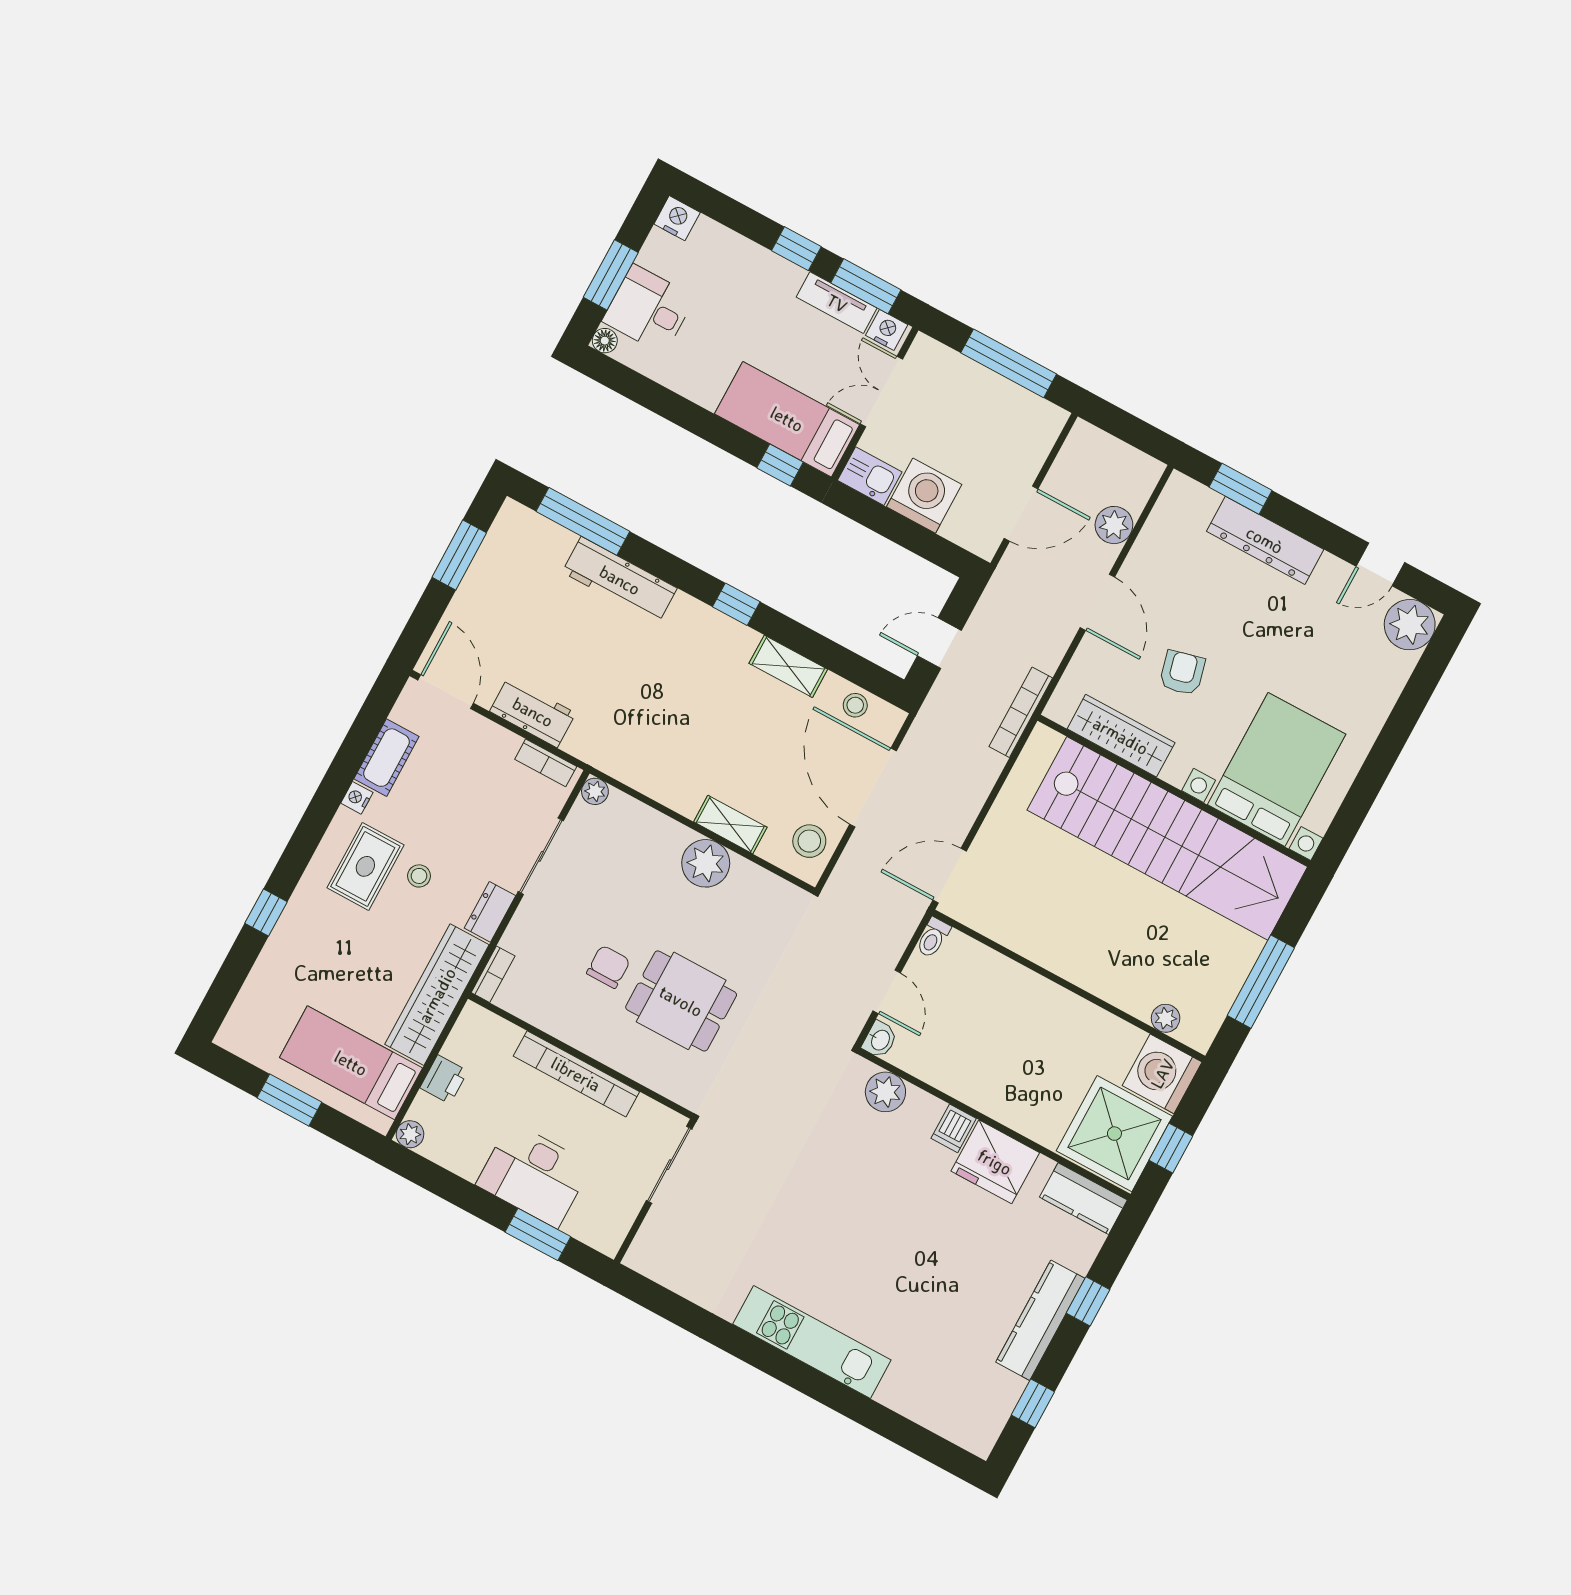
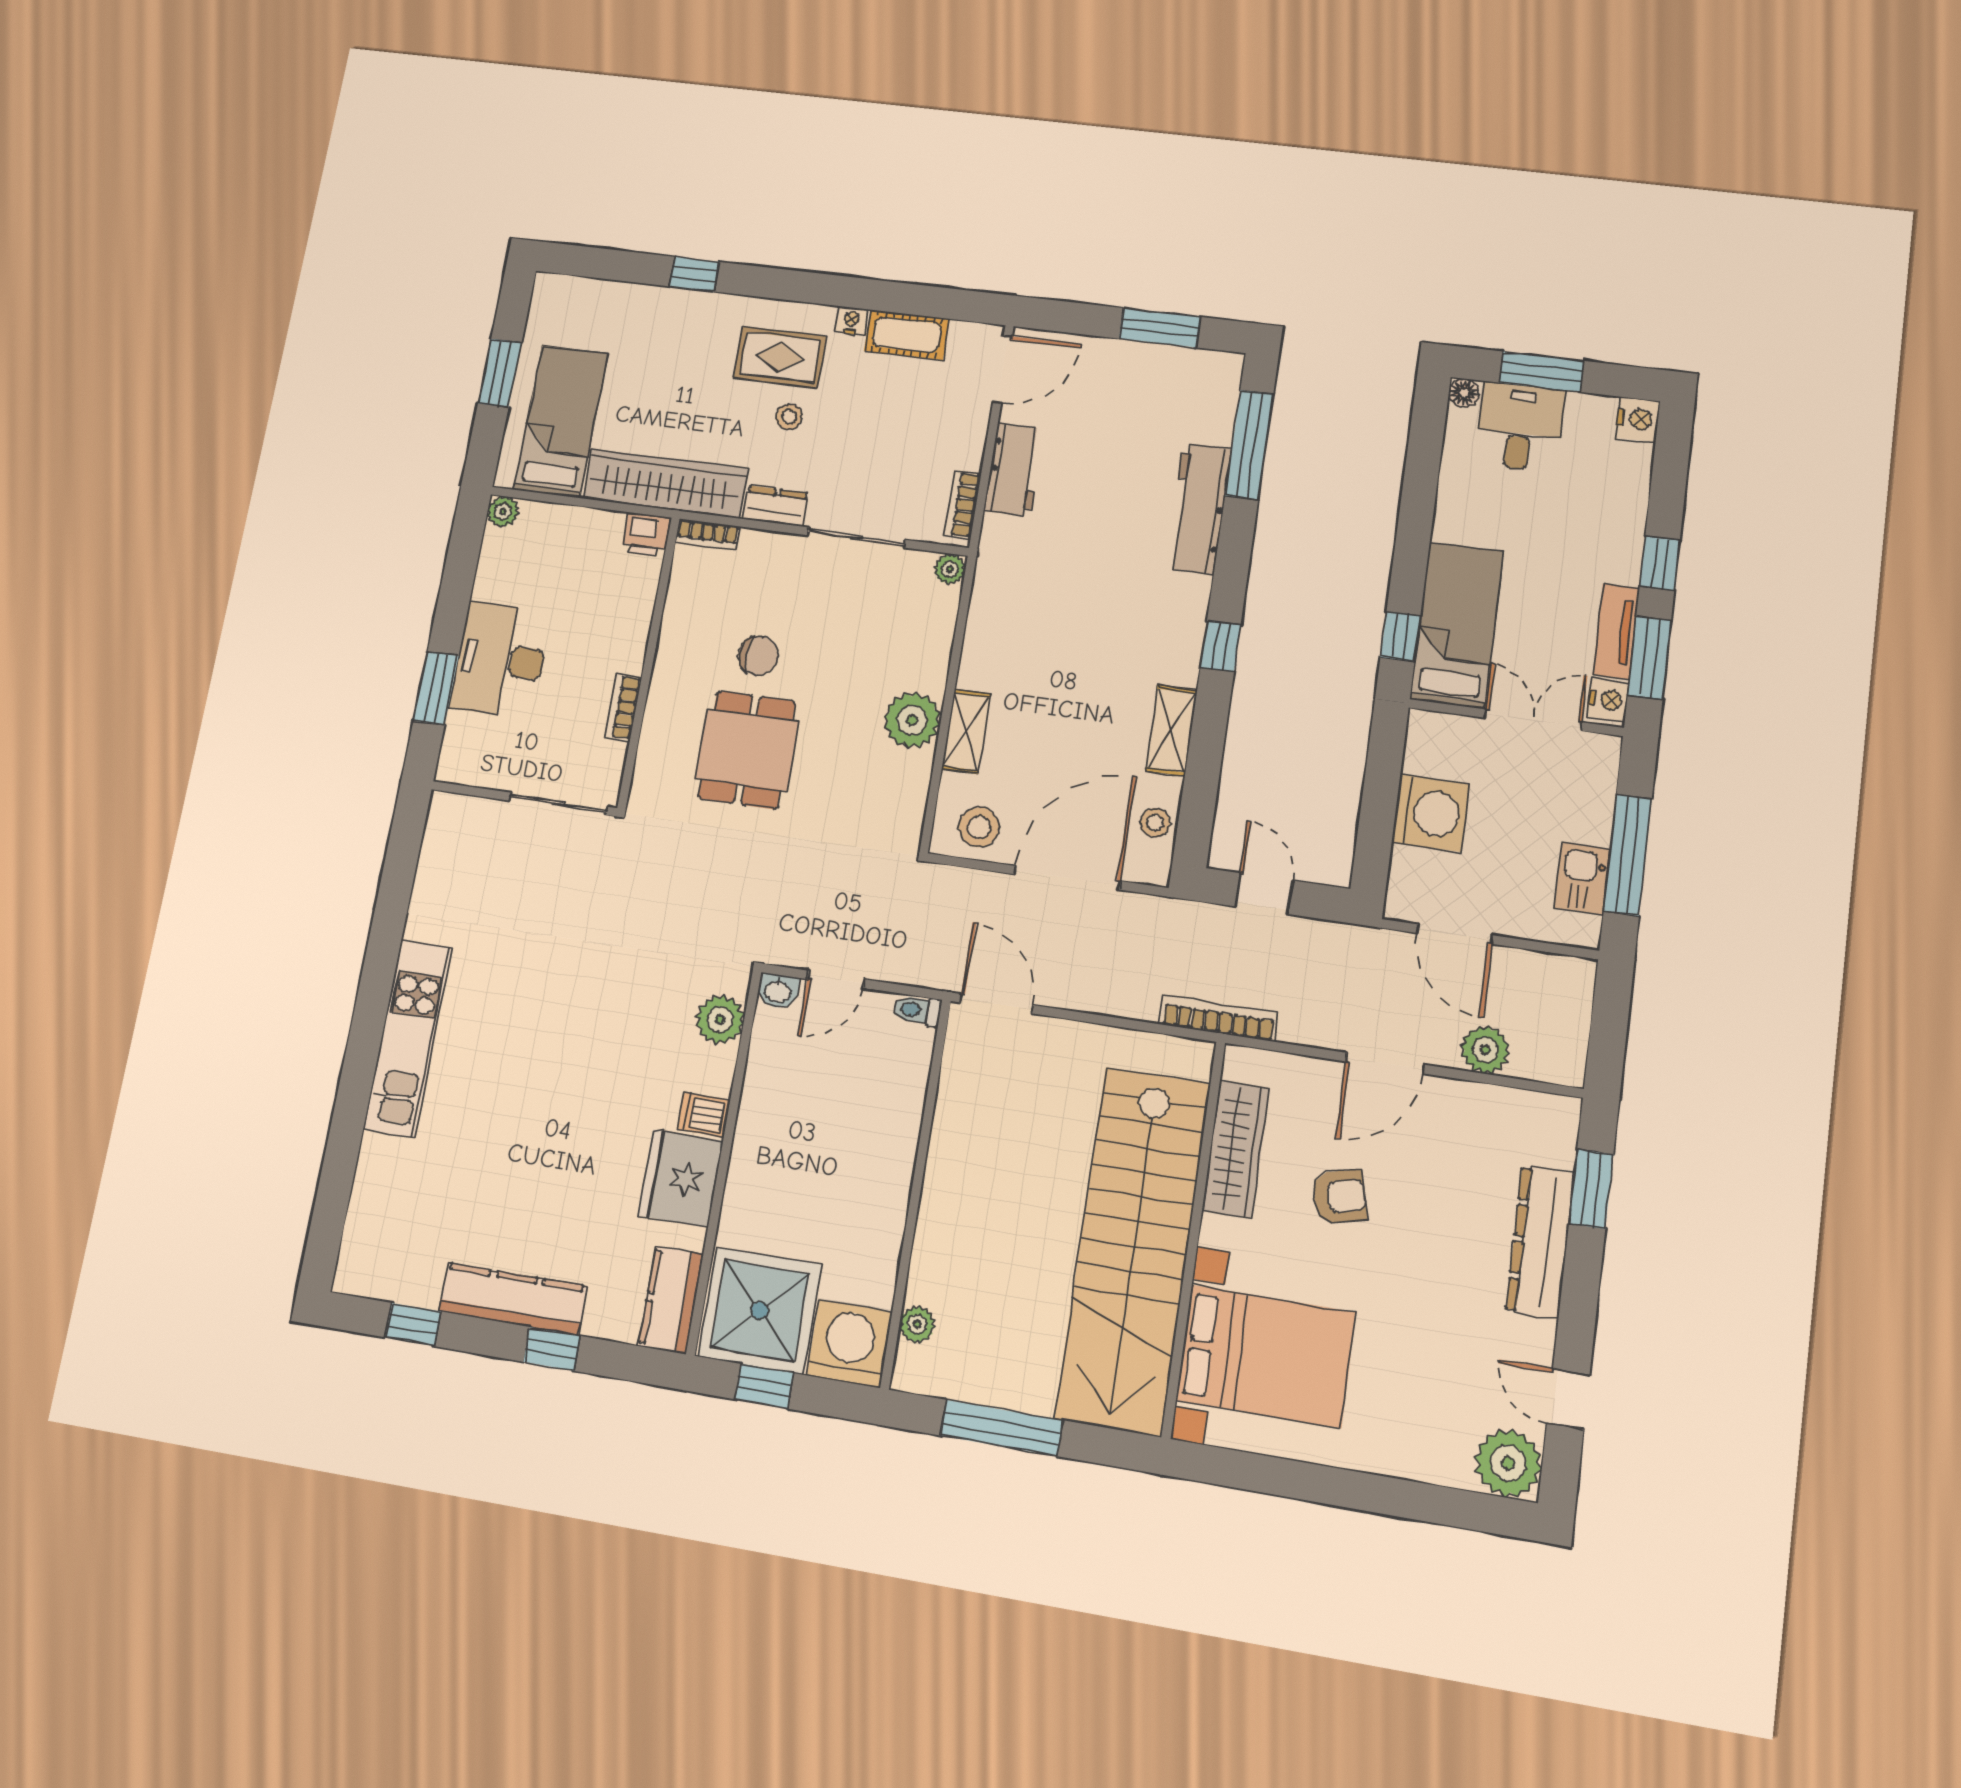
kitchen sink: (870, 476) -> (1582, 879), moved, turned 180
bookcase: (576, 1074) -> (623, 707), width x0.43, depth x0.76
printer: (444, 1079) -> (646, 534), moved

